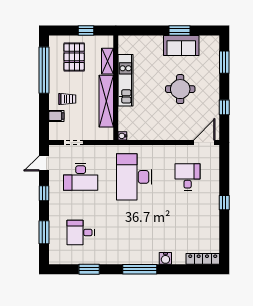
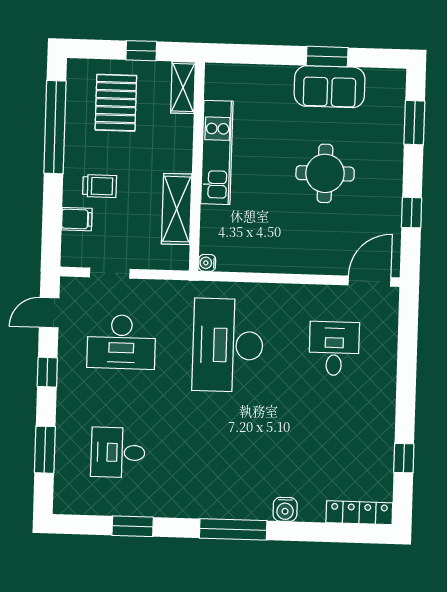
shelving: (108, 61) -> (183, 88), moved
shelving: (106, 101) -> (177, 209), width x0.68
window: (224, 203) -> (404, 458), moved

